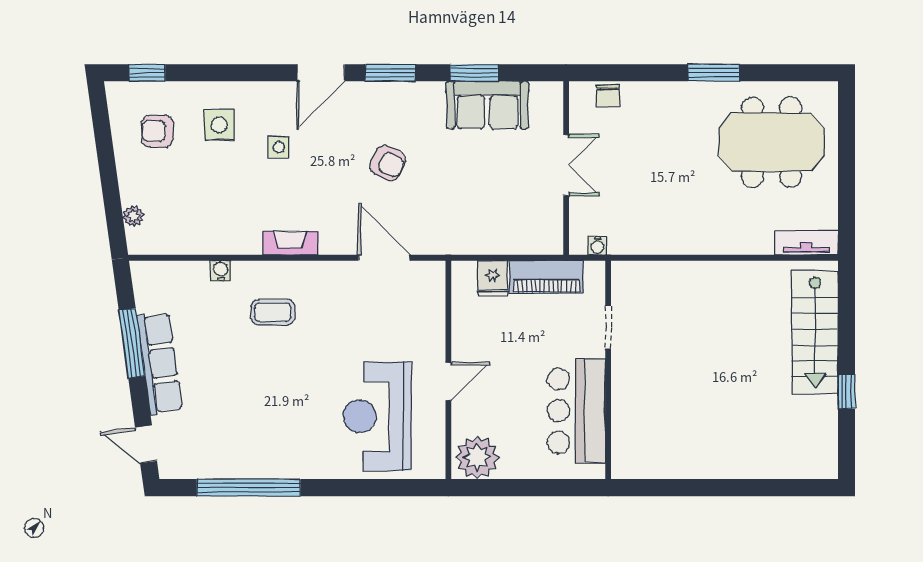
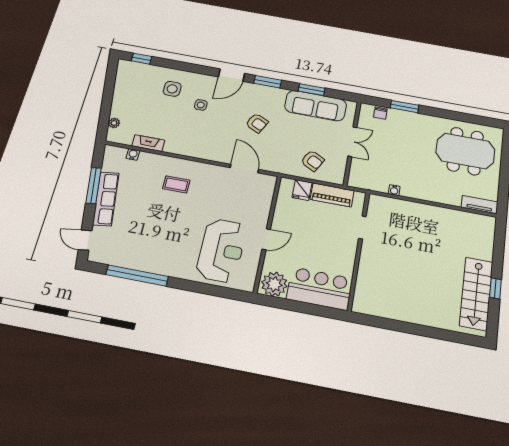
window: (714, 73) -> (405, 107), moved
sofa: (487, 105) -> (316, 106), width x1.36
armchair: (157, 131) -> (313, 161), moved, turned -152
fireplace: (290, 243) -> (148, 143), moved
water cooler: (597, 246) -> (394, 190), moved
water cooler: (221, 271) -> (133, 154), moved
stairs: (815, 332) -> (476, 293), moved
bar counter: (576, 411) -> (320, 289), moved, turned 90
reception desk: (377, 416) -> (221, 250), turned 180

